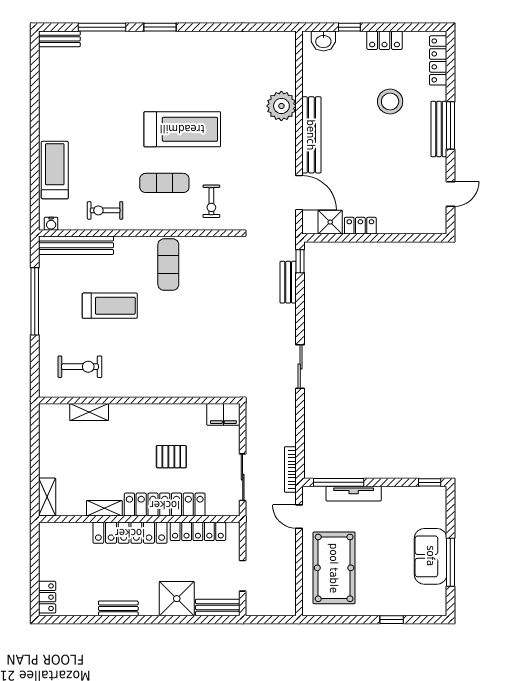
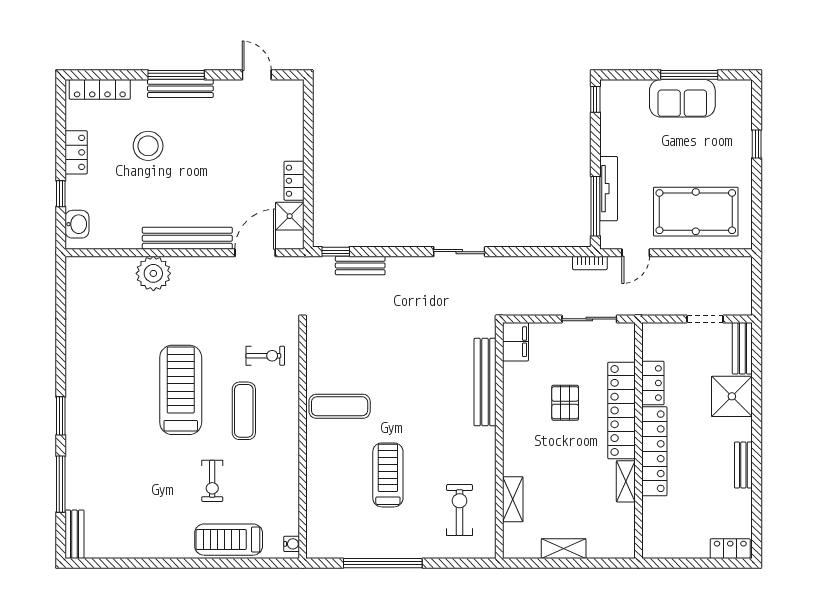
exercise bike: (105, 210) -> (212, 481), moved
bench: (76, 245) -> (485, 382), moved
bookcase: (290, 469) -> (590, 263), width x0.64
shelving: (47, 497) -> (564, 549), moved
locker: (198, 531) -> (653, 383), width x0.66

